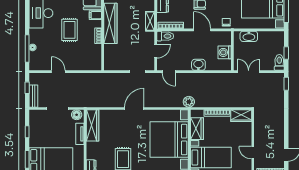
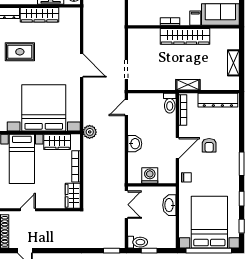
door: (156, 51) -> (151, 92), removed
wardrobe: (92, 125) -> (40, 15), moved

